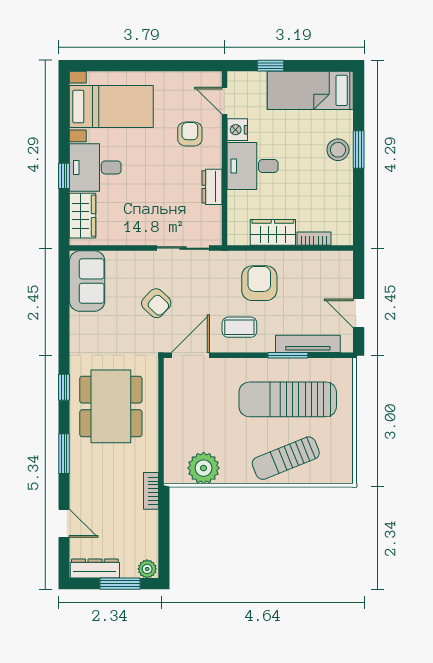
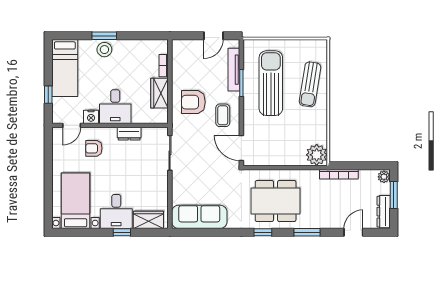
sofa: (87, 281) -> (199, 217), width x1.36
armchair: (156, 303) -> (207, 171), removed
sun lounger: (288, 399) -> (271, 83), turned 180
sun lounger: (286, 458) -> (310, 84), turned 31
plant: (204, 468) -> (317, 155), moved
bookcase: (151, 491) -> (339, 174), width x1.56

